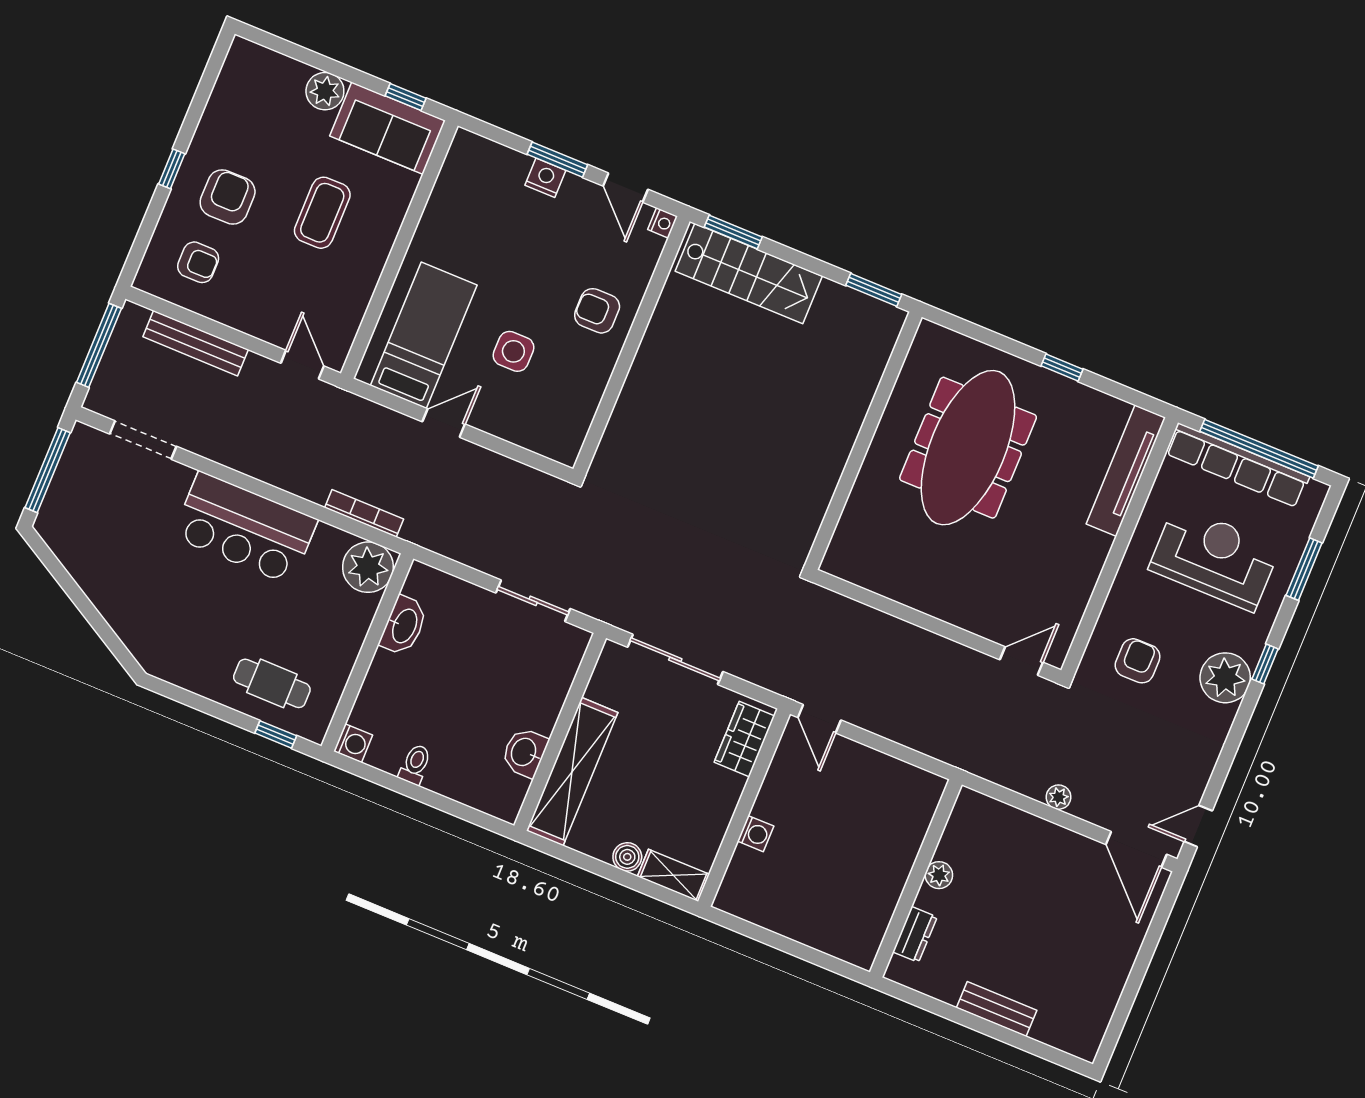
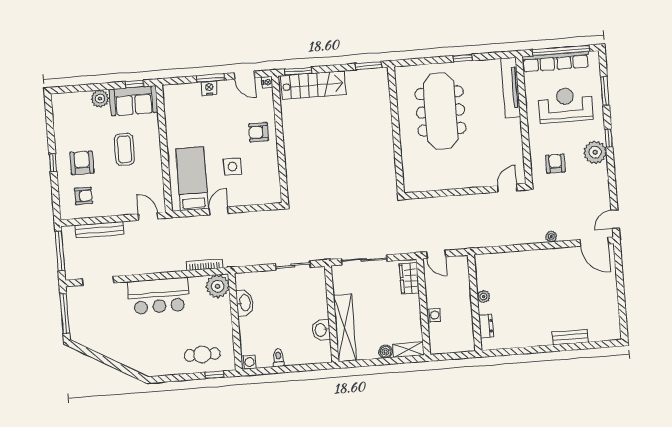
plant: (939, 875) -> (483, 297), moved
wall: (916, 878) -> (475, 303), moved
dresser: (915, 934) -> (486, 326), moved

